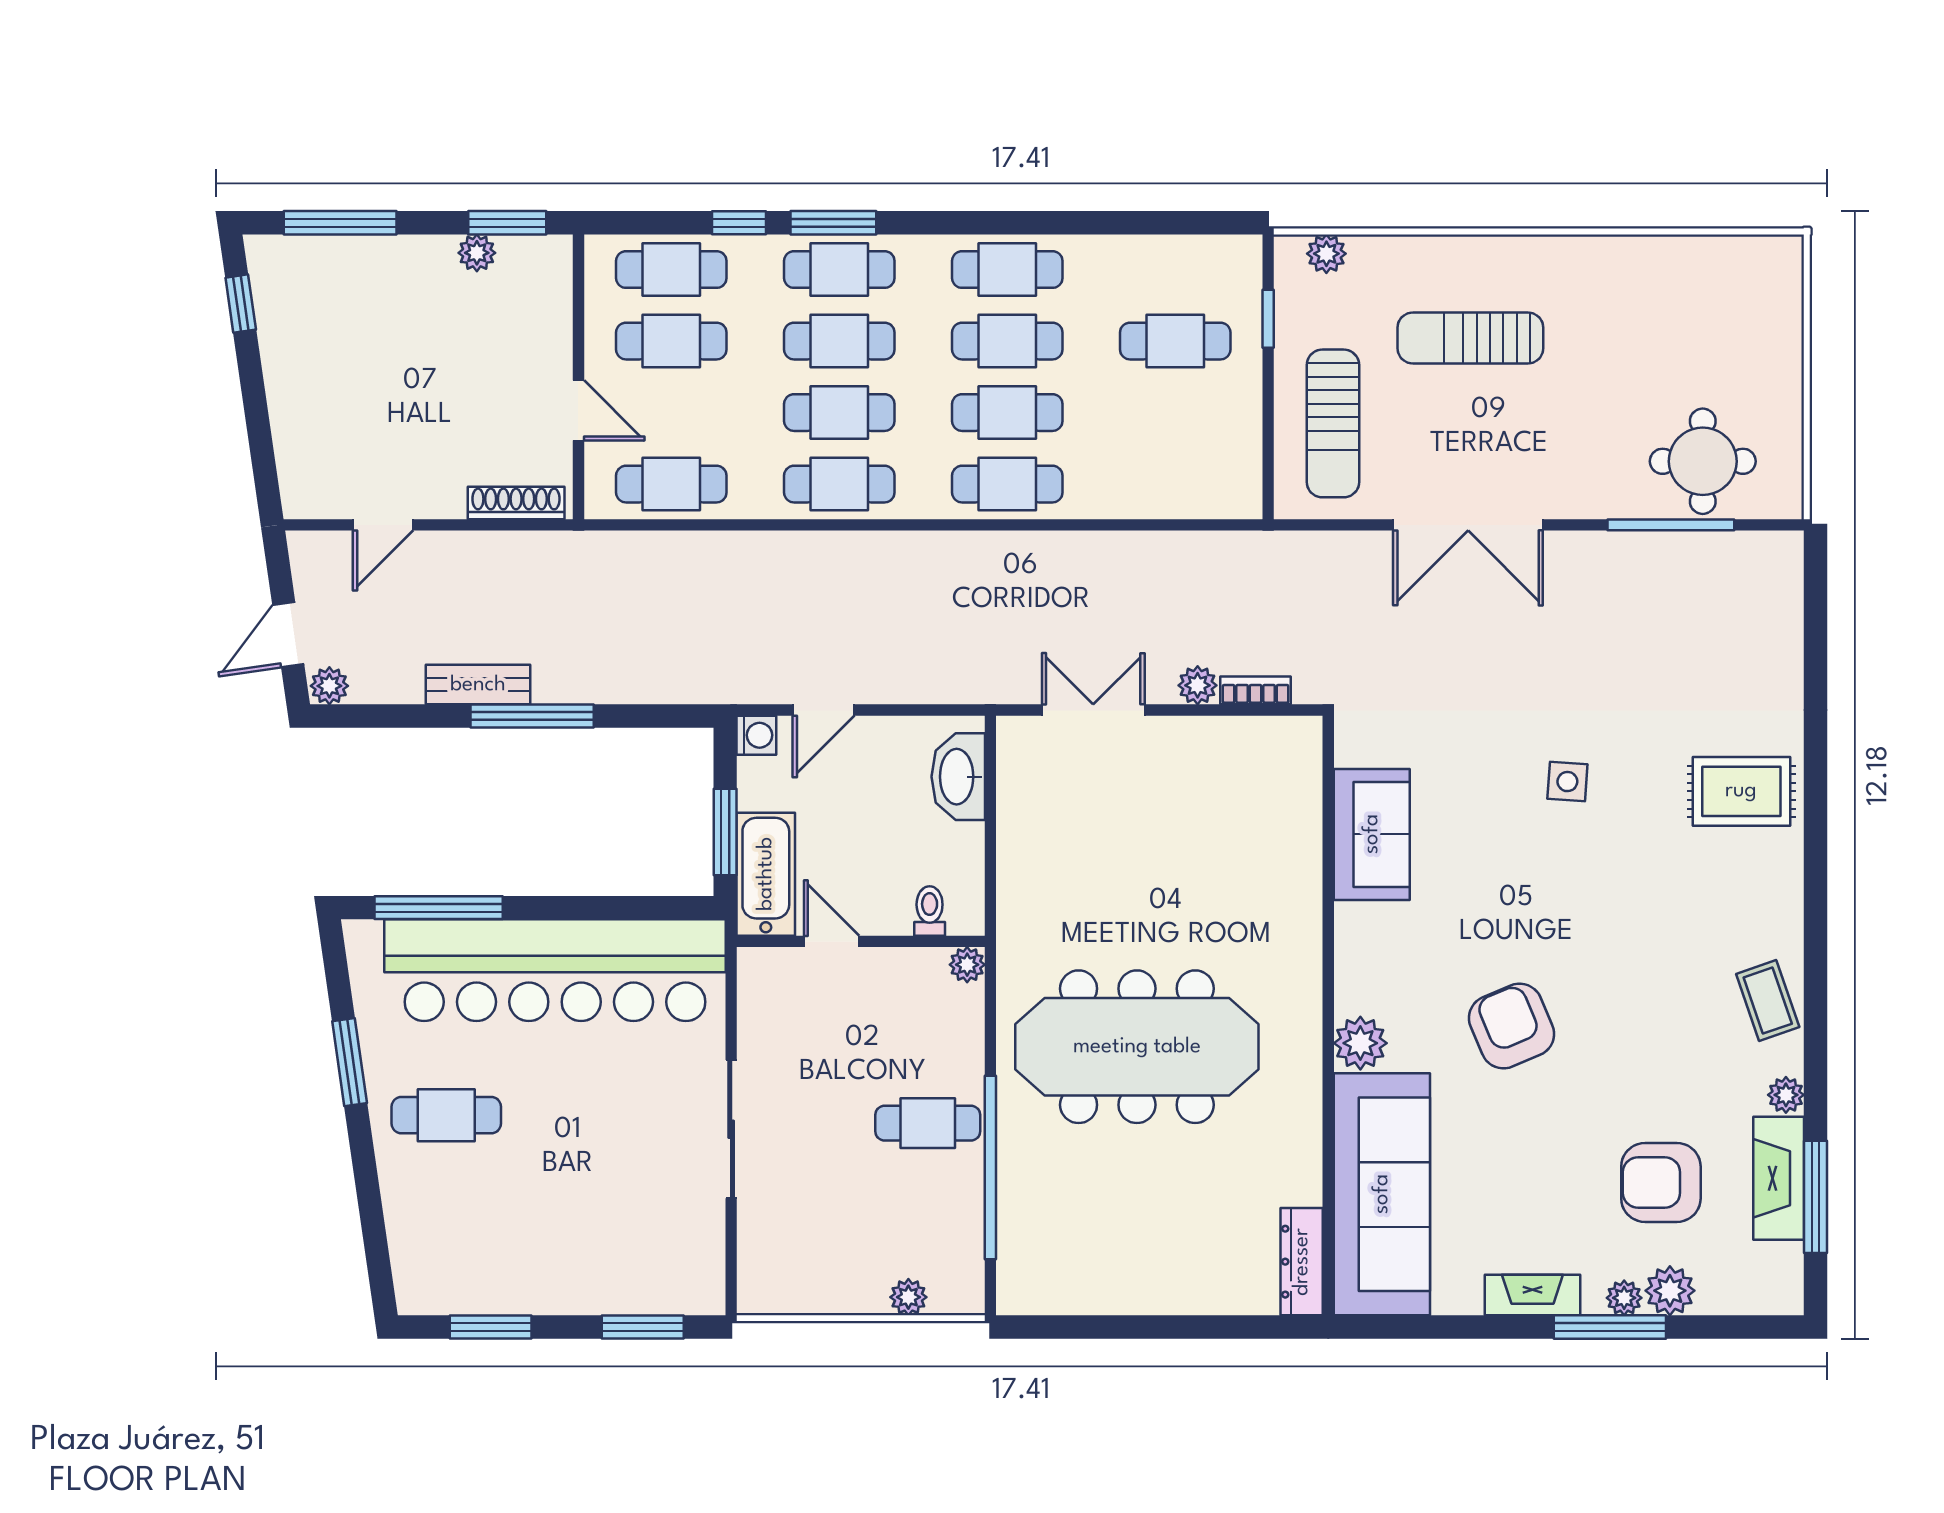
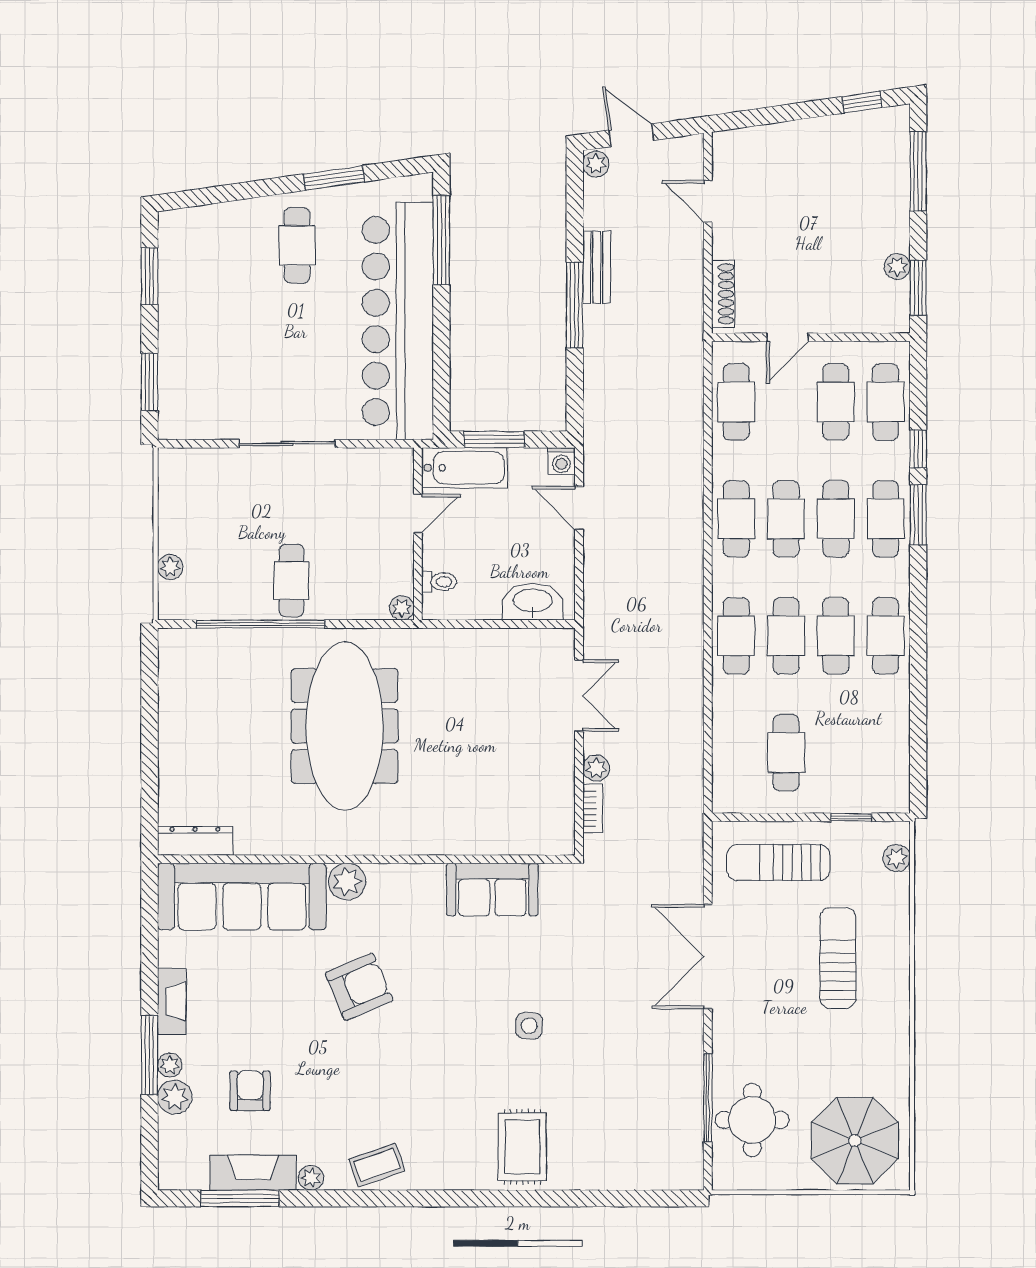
parasol: (1732, 314) -> (855, 1141), added
cafe table: (1175, 341) -> (786, 753), moved
armchair: (1661, 1182) -> (250, 1091), width x0.72, depth x0.72

